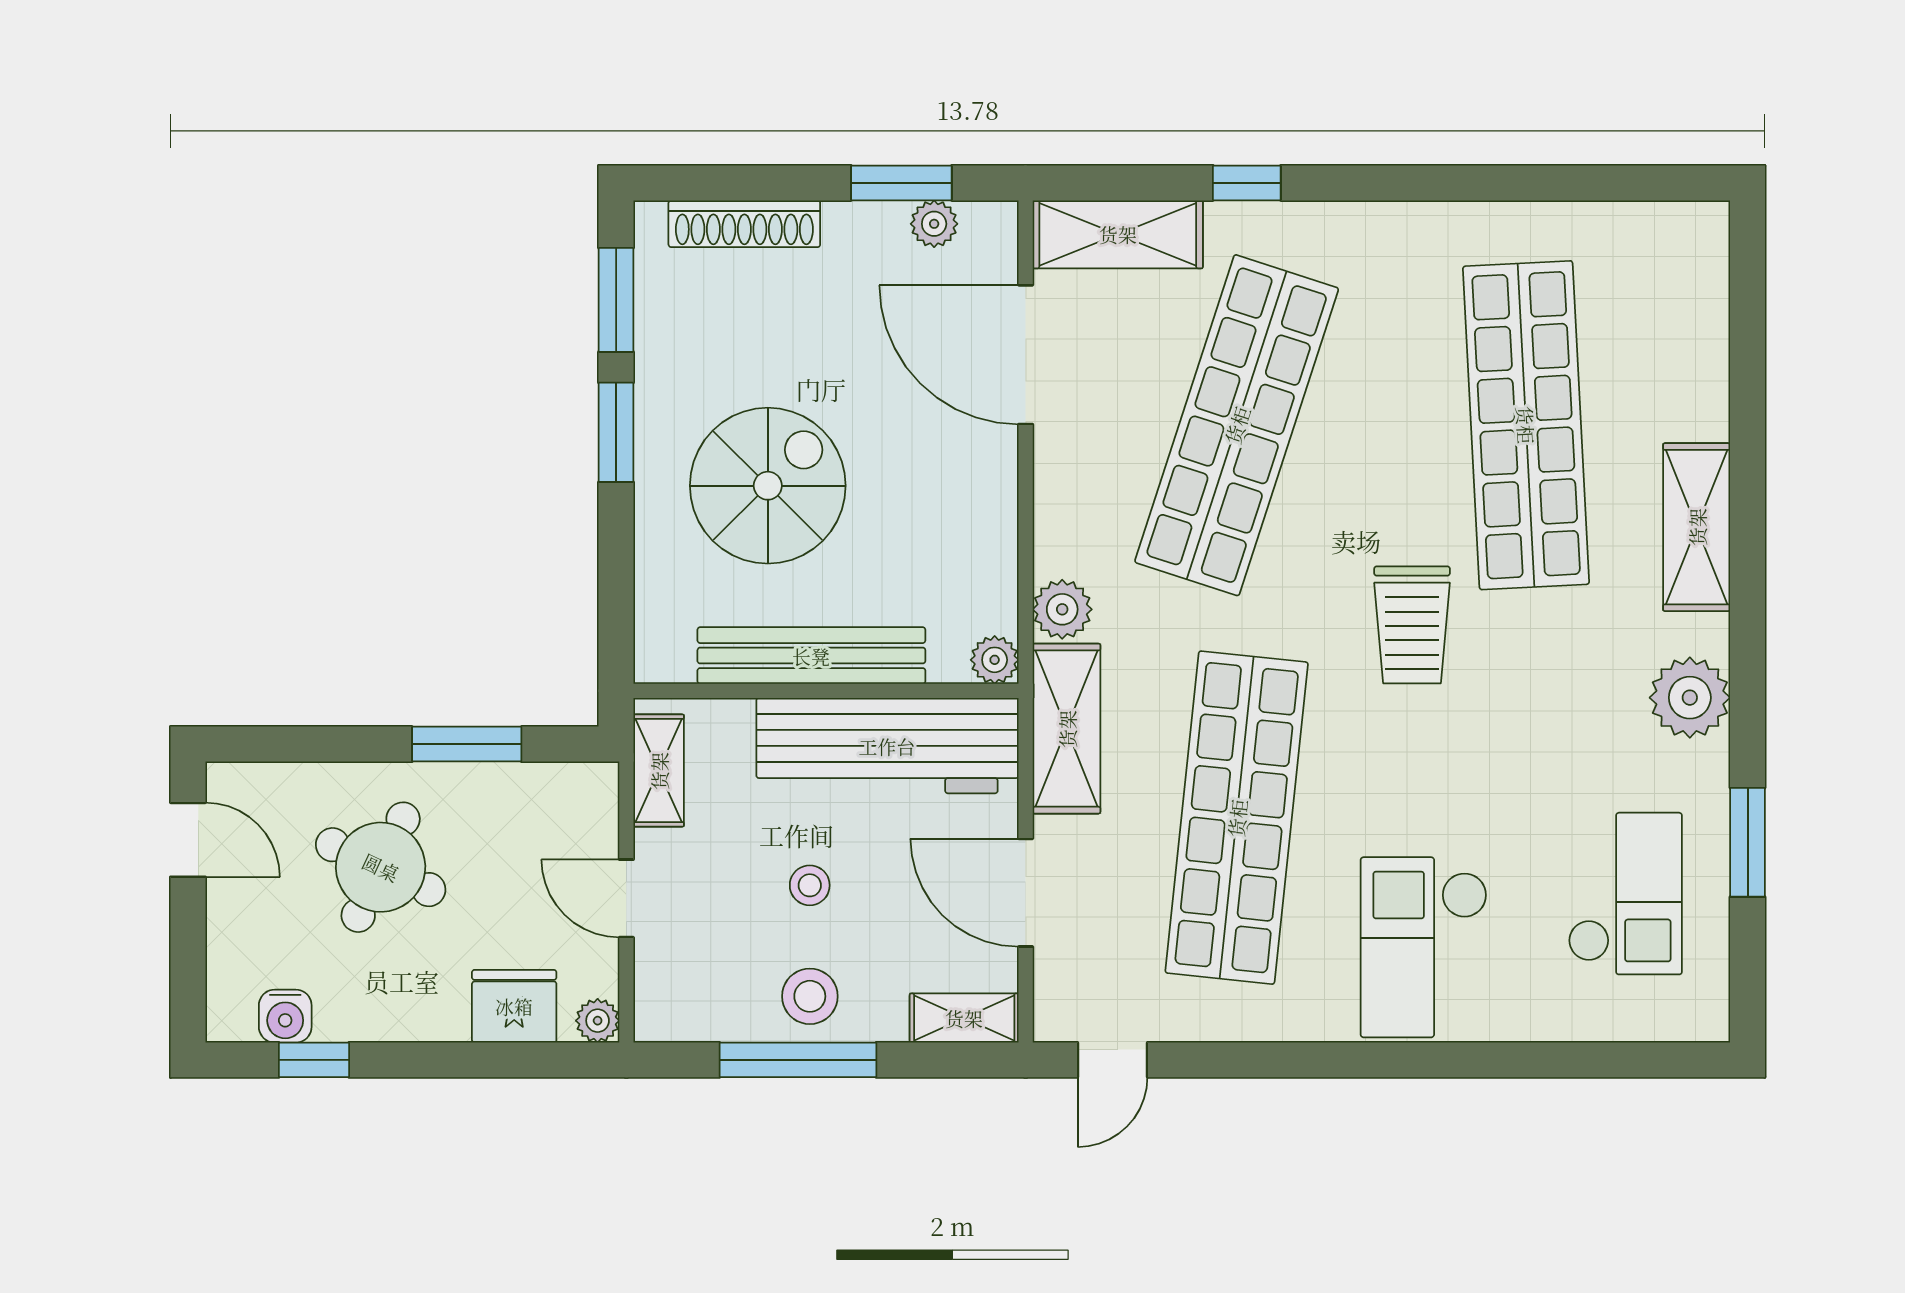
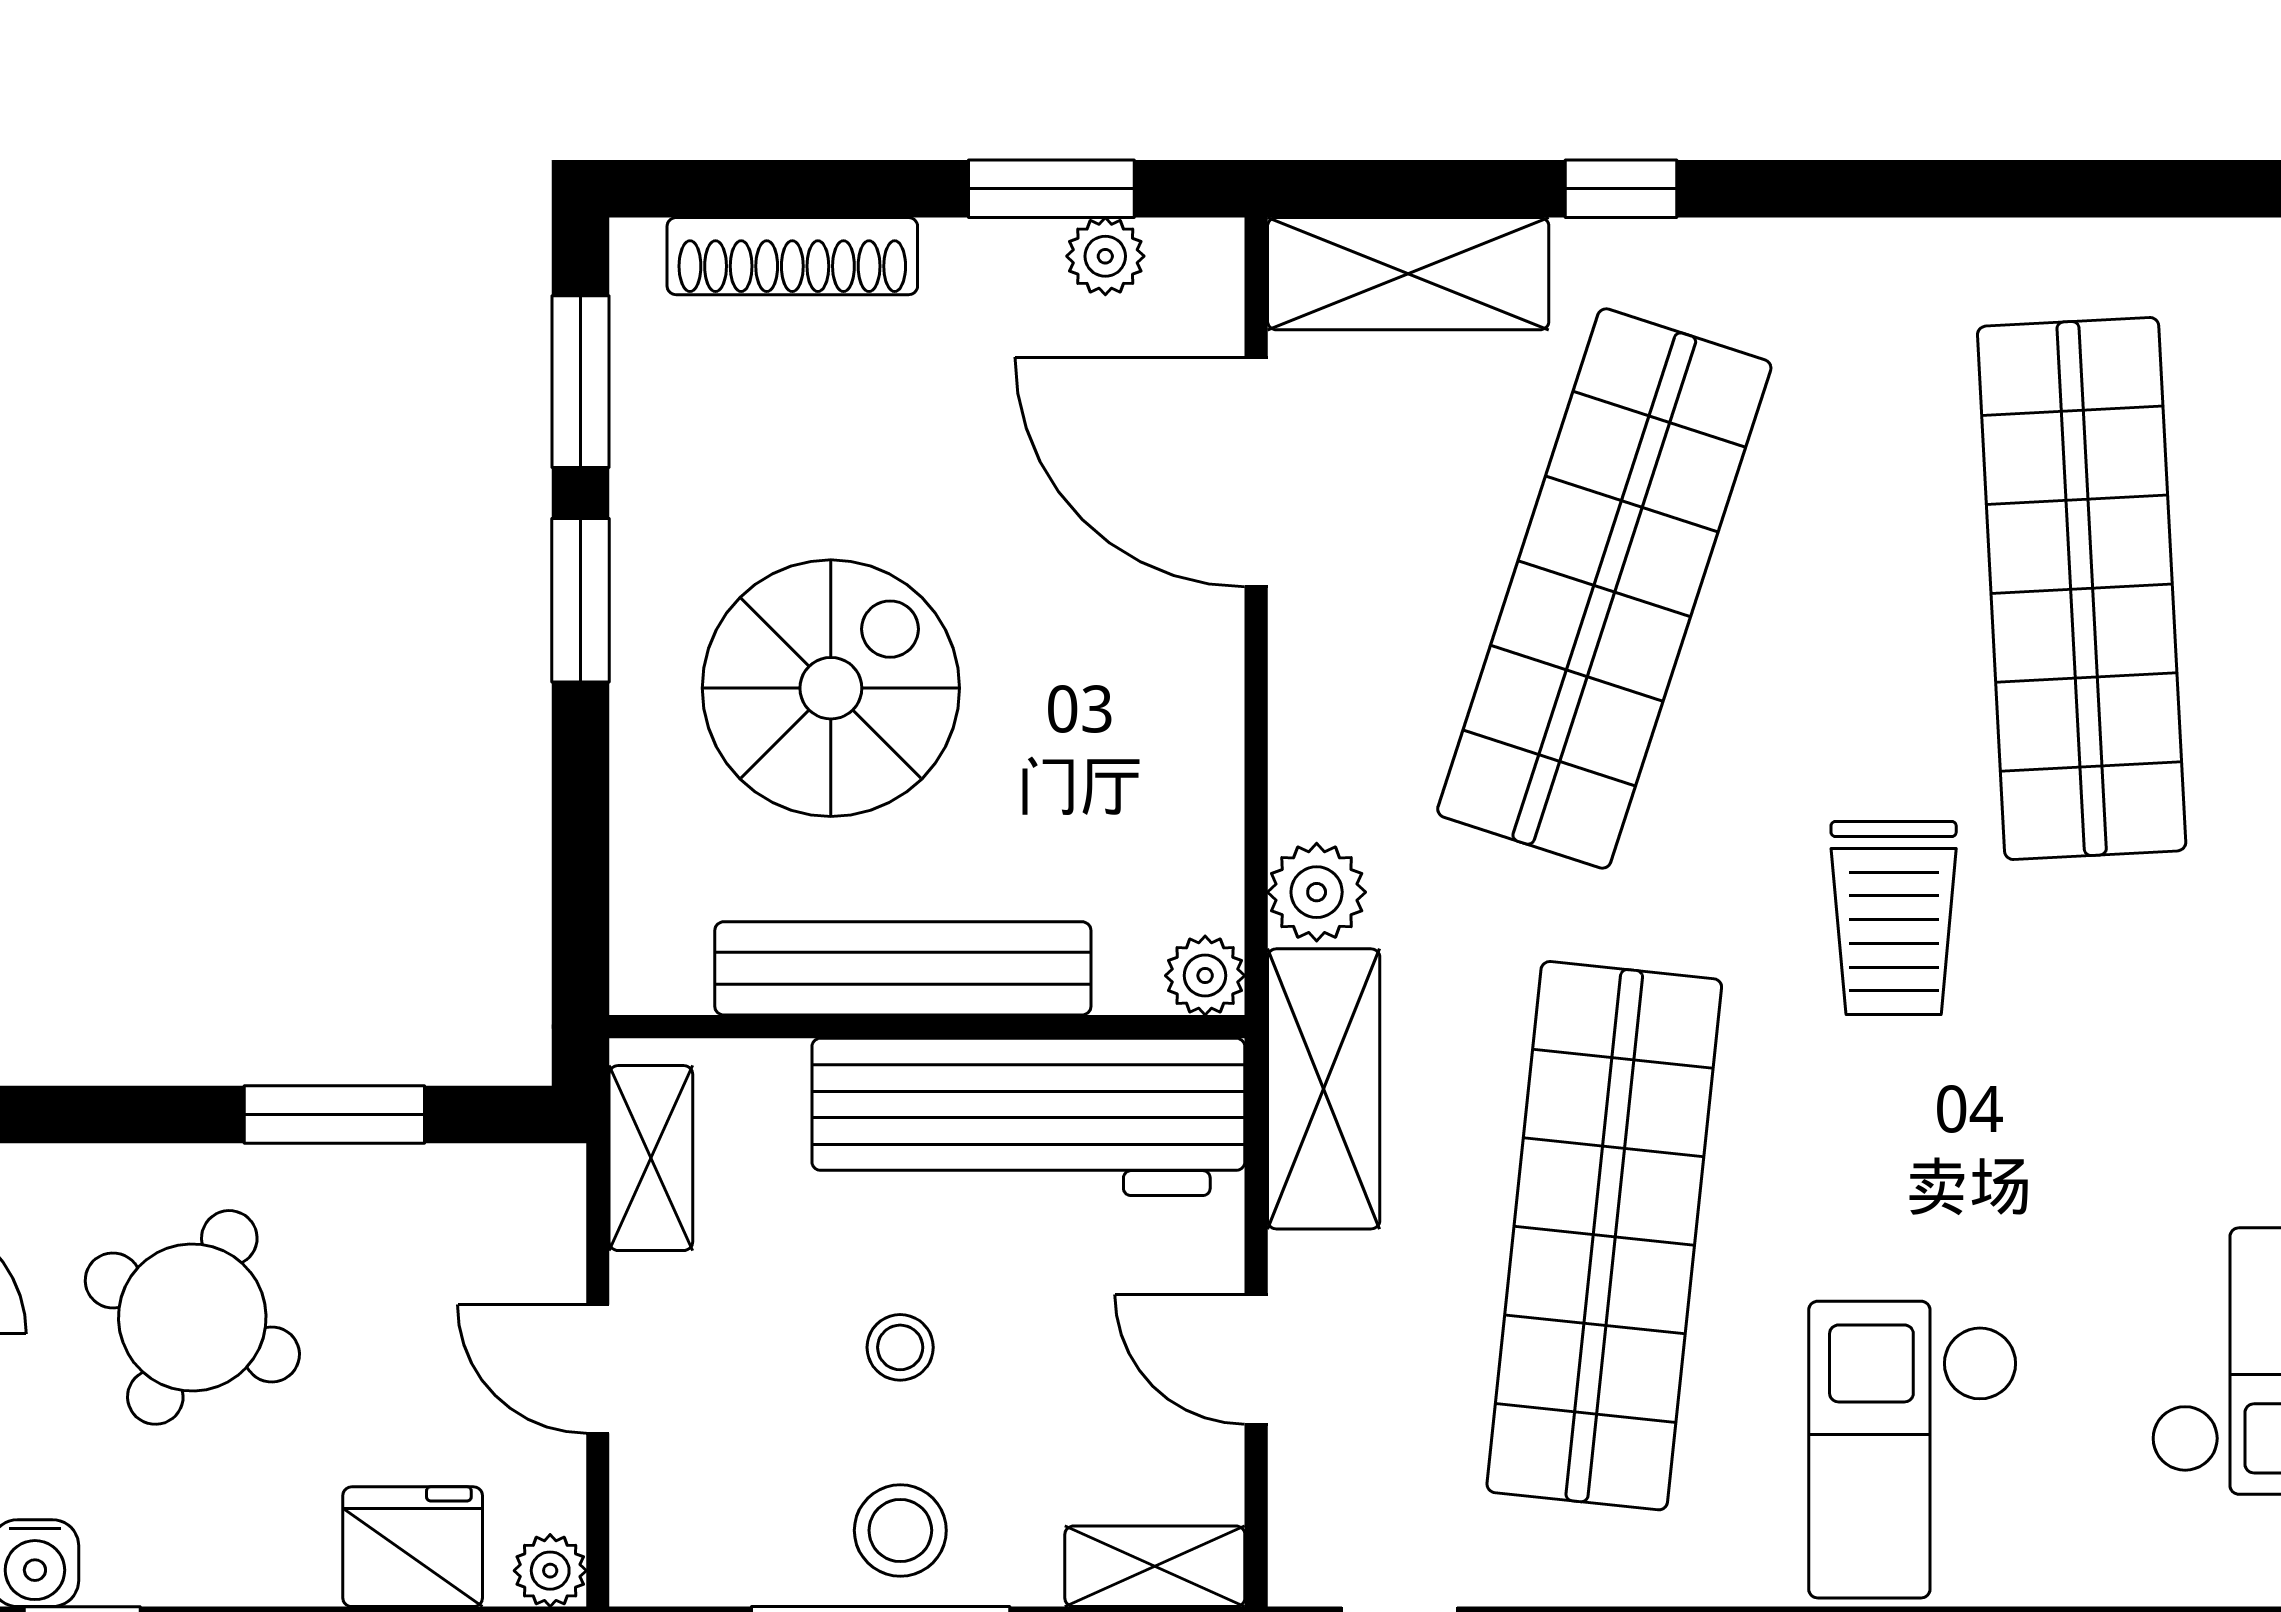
door: (1026, 893) -> (1256, 1359), width x0.73

